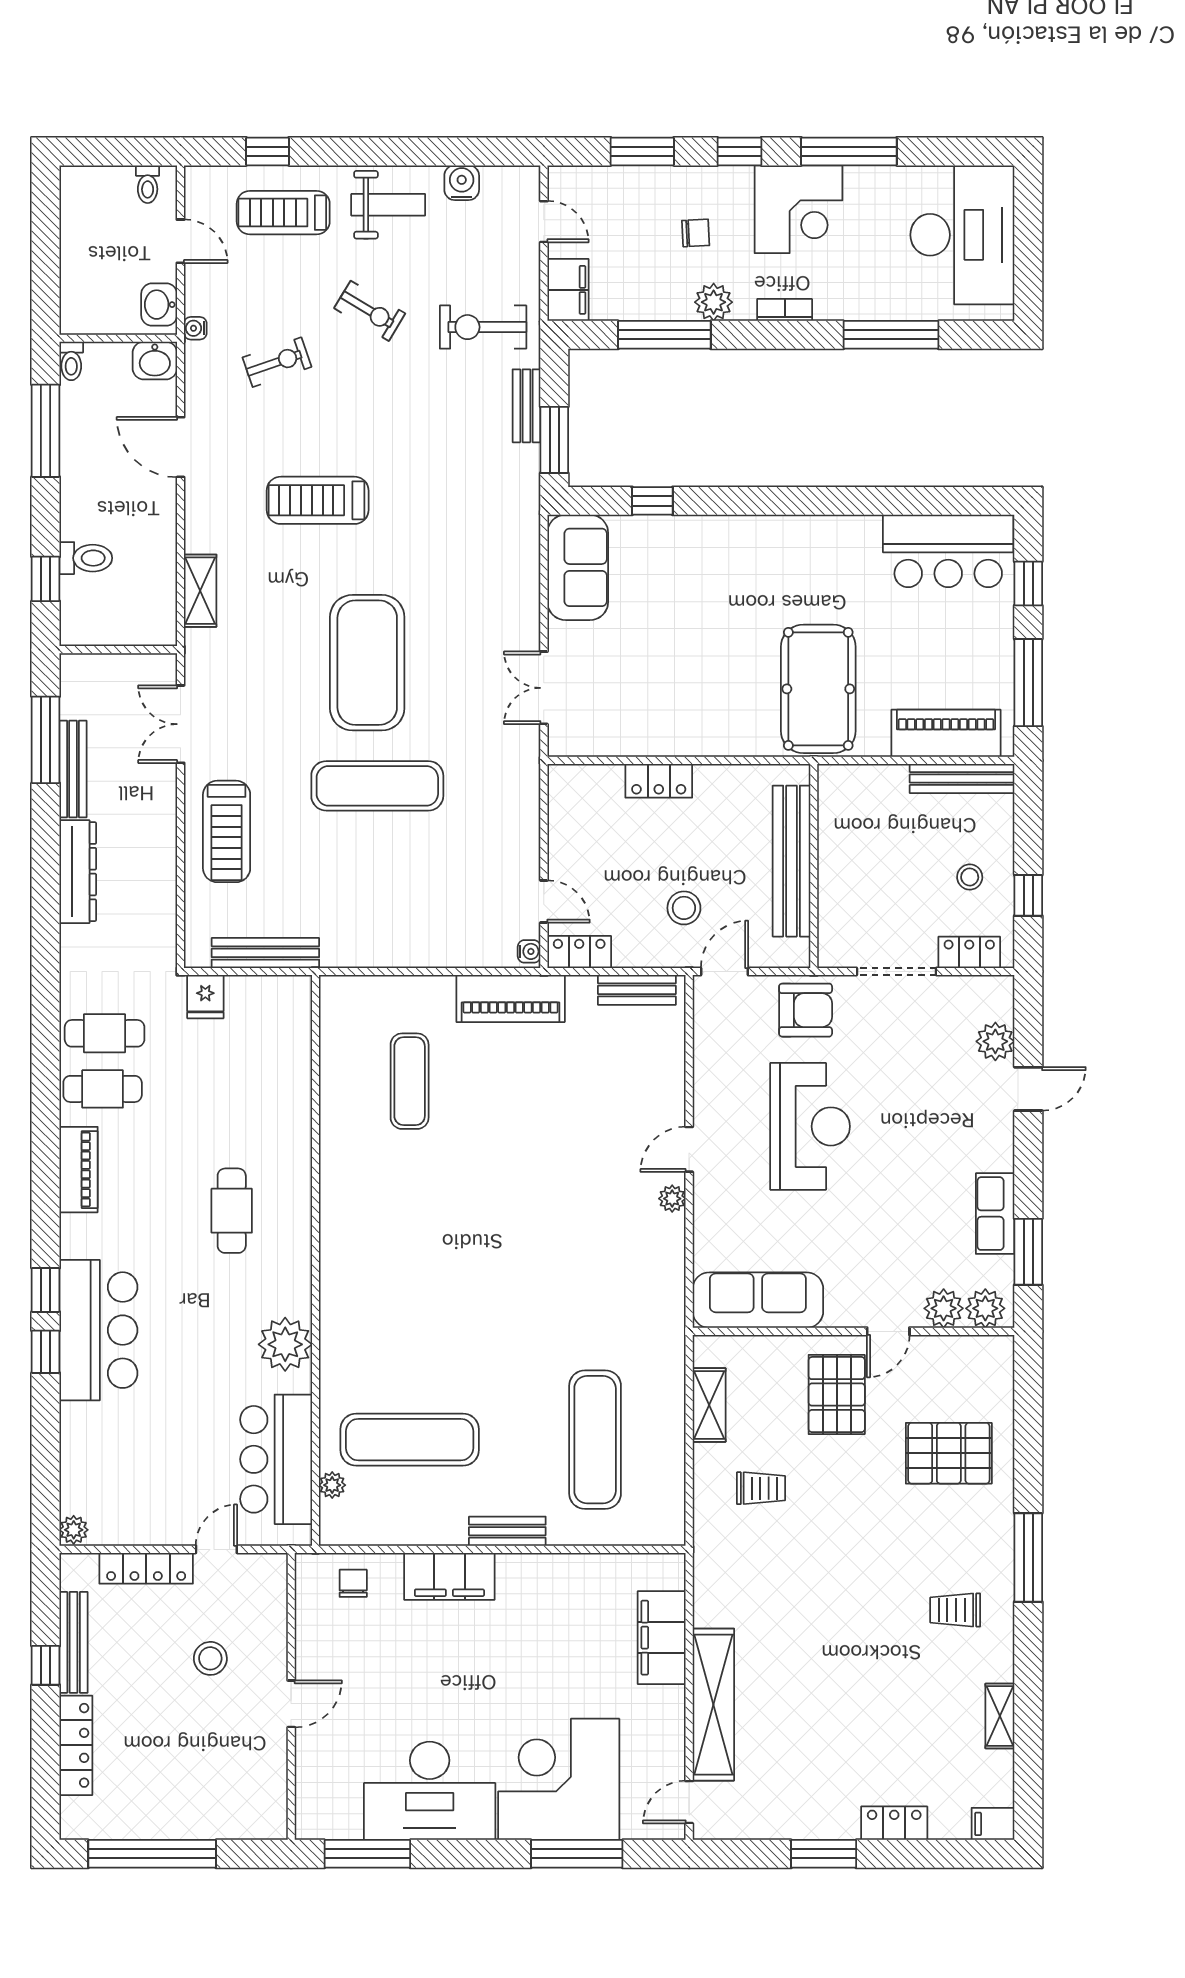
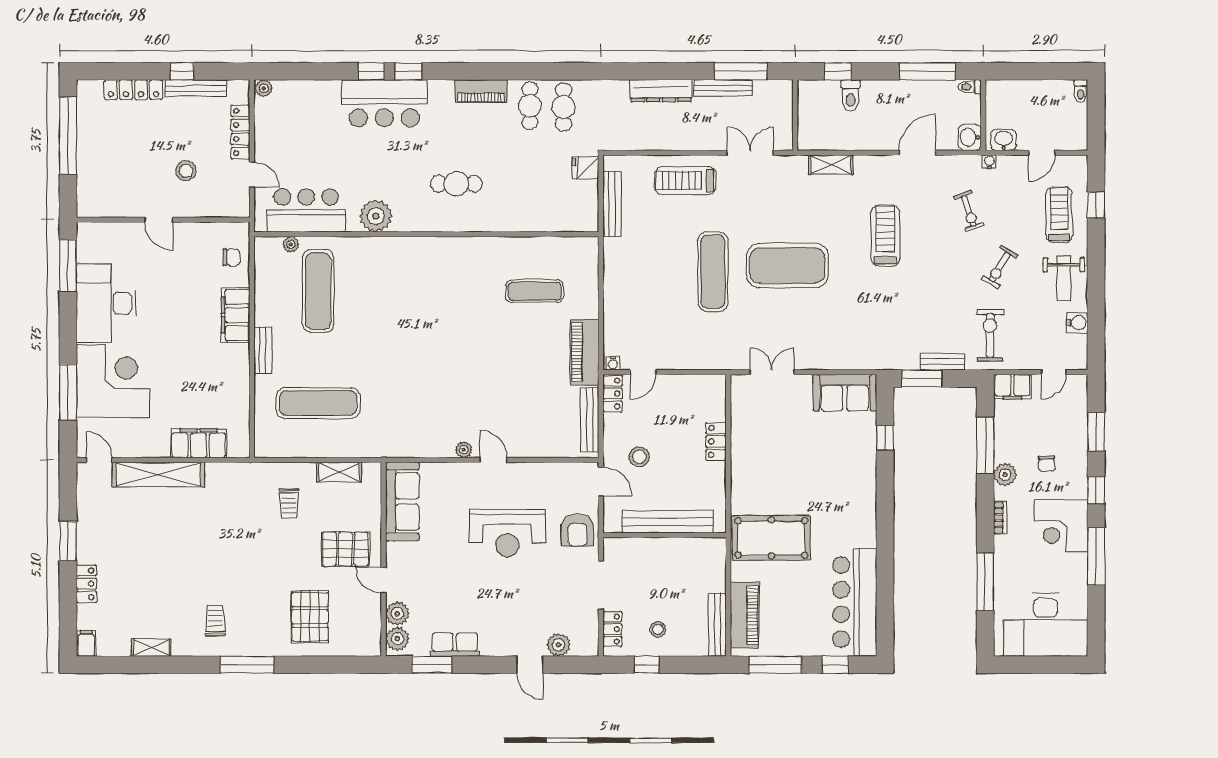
toilet: (148, 184) -> (1081, 91), moved, turned -90
bar counter: (948, 551) -> (855, 602), width x1.36
bench: (637, 990) -> (590, 420), width x1.36

